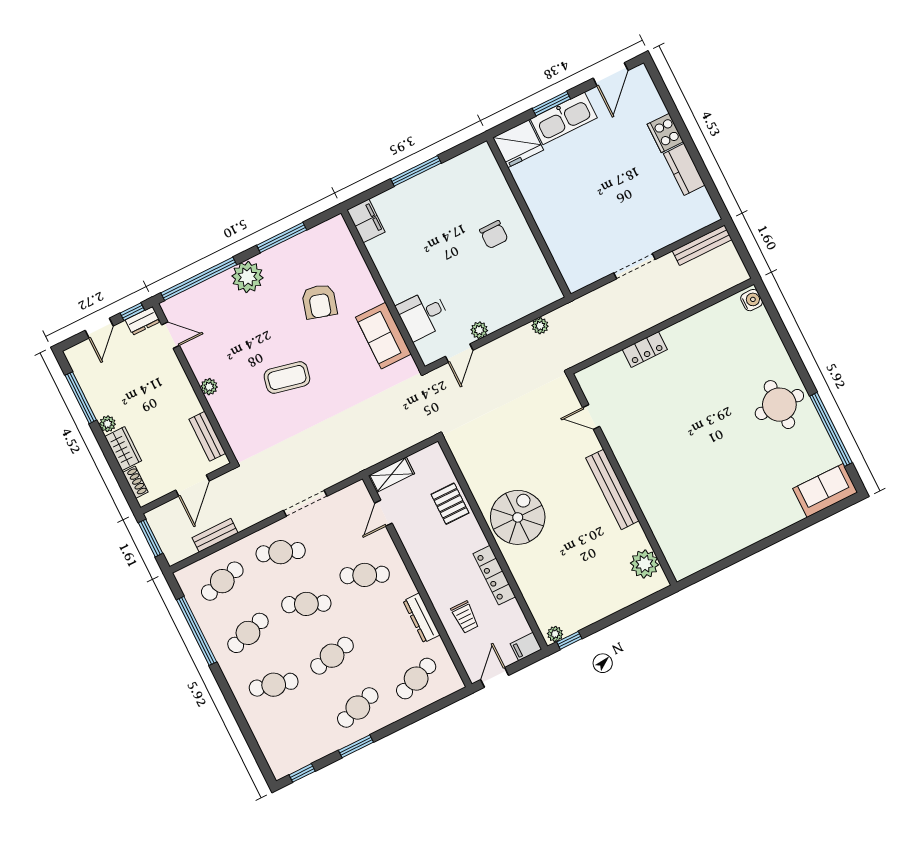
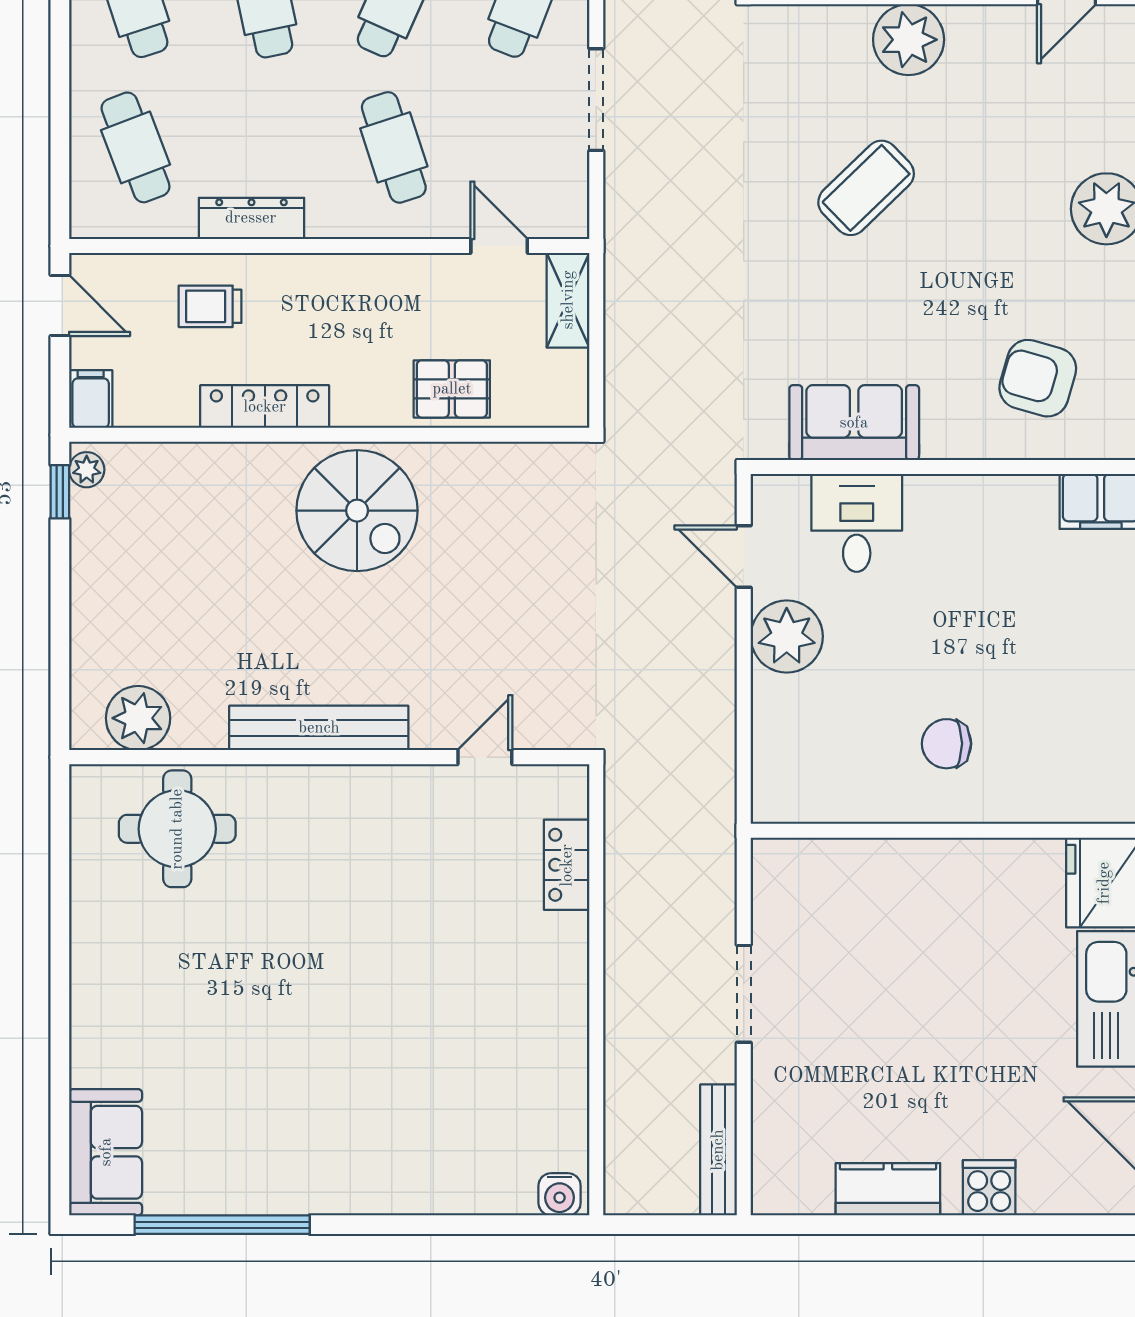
cooker: (665, 133) -> (989, 1188), width x0.73
armchair: (319, 301) -> (1038, 378), moved
plant: (540, 326) -> (718, 746), removed
plant: (479, 330) -> (787, 636), width x1.88, depth x1.88
locker: (645, 349) -> (567, 865), moved
coffee table: (287, 378) -> (866, 188), turned 34
plant: (209, 387) -> (909, 40), width x1.88, depth x1.88
round table: (779, 405) -> (177, 829), moved
cafe table: (365, 575) -> (394, 147), turned -42

